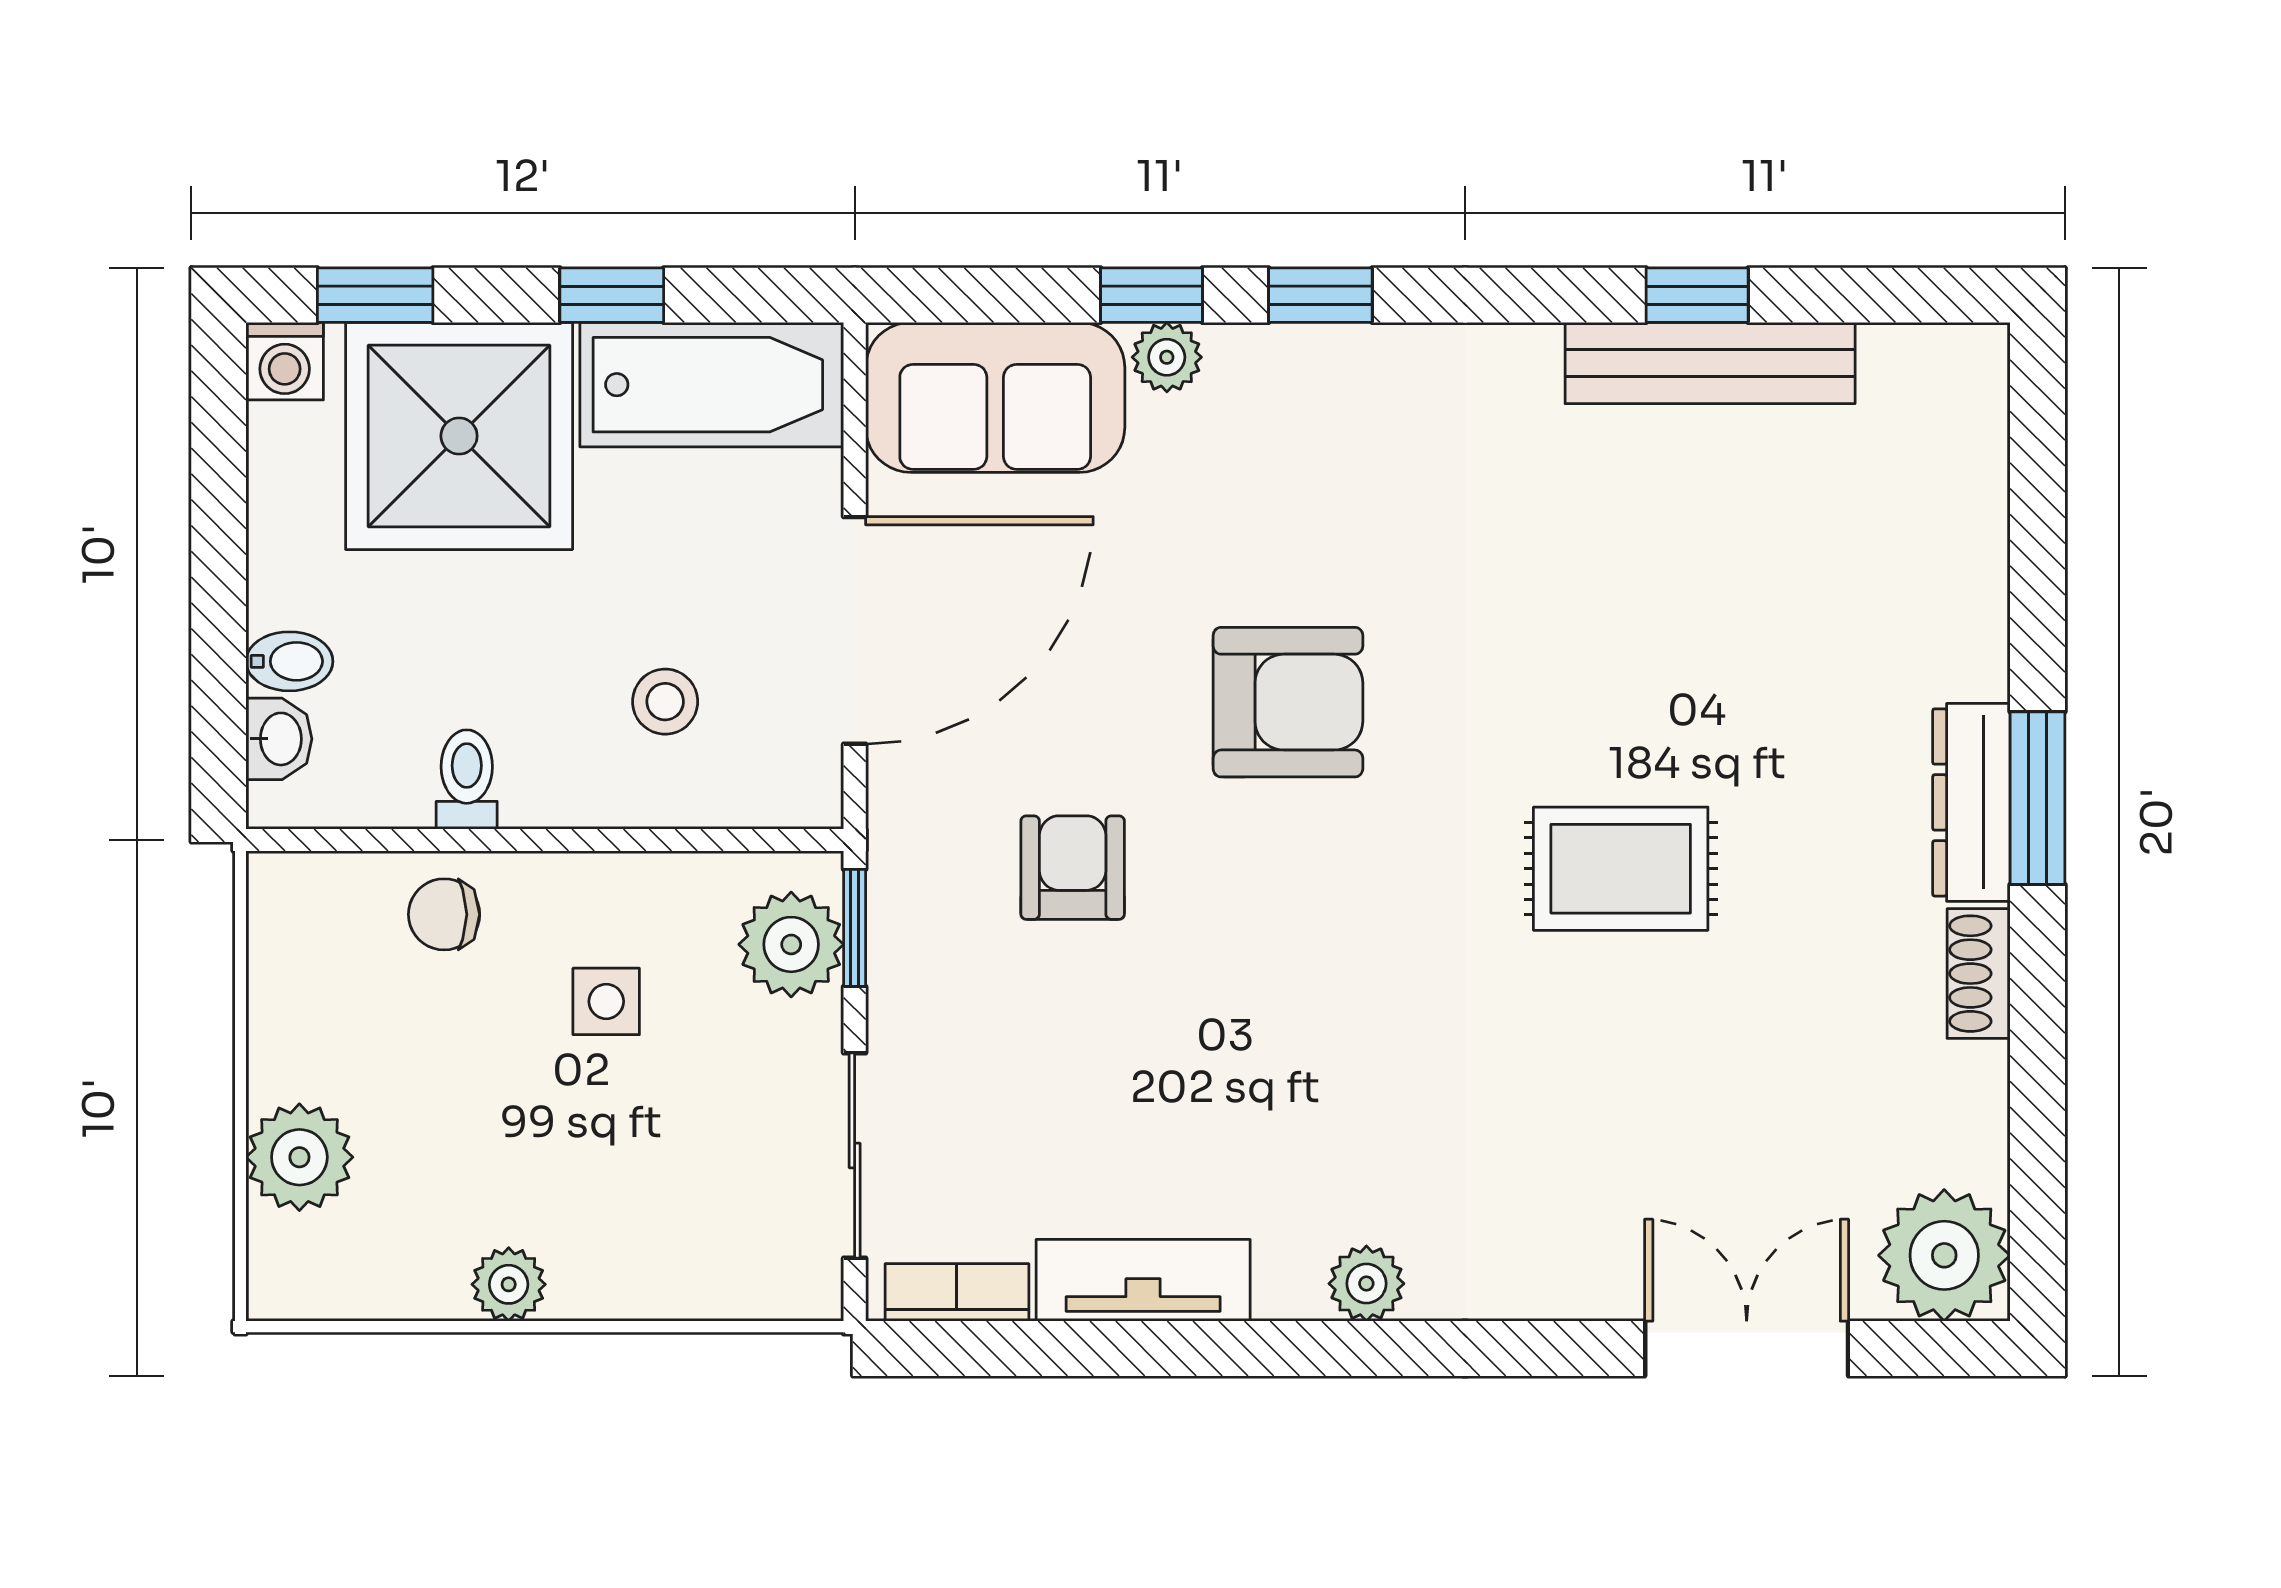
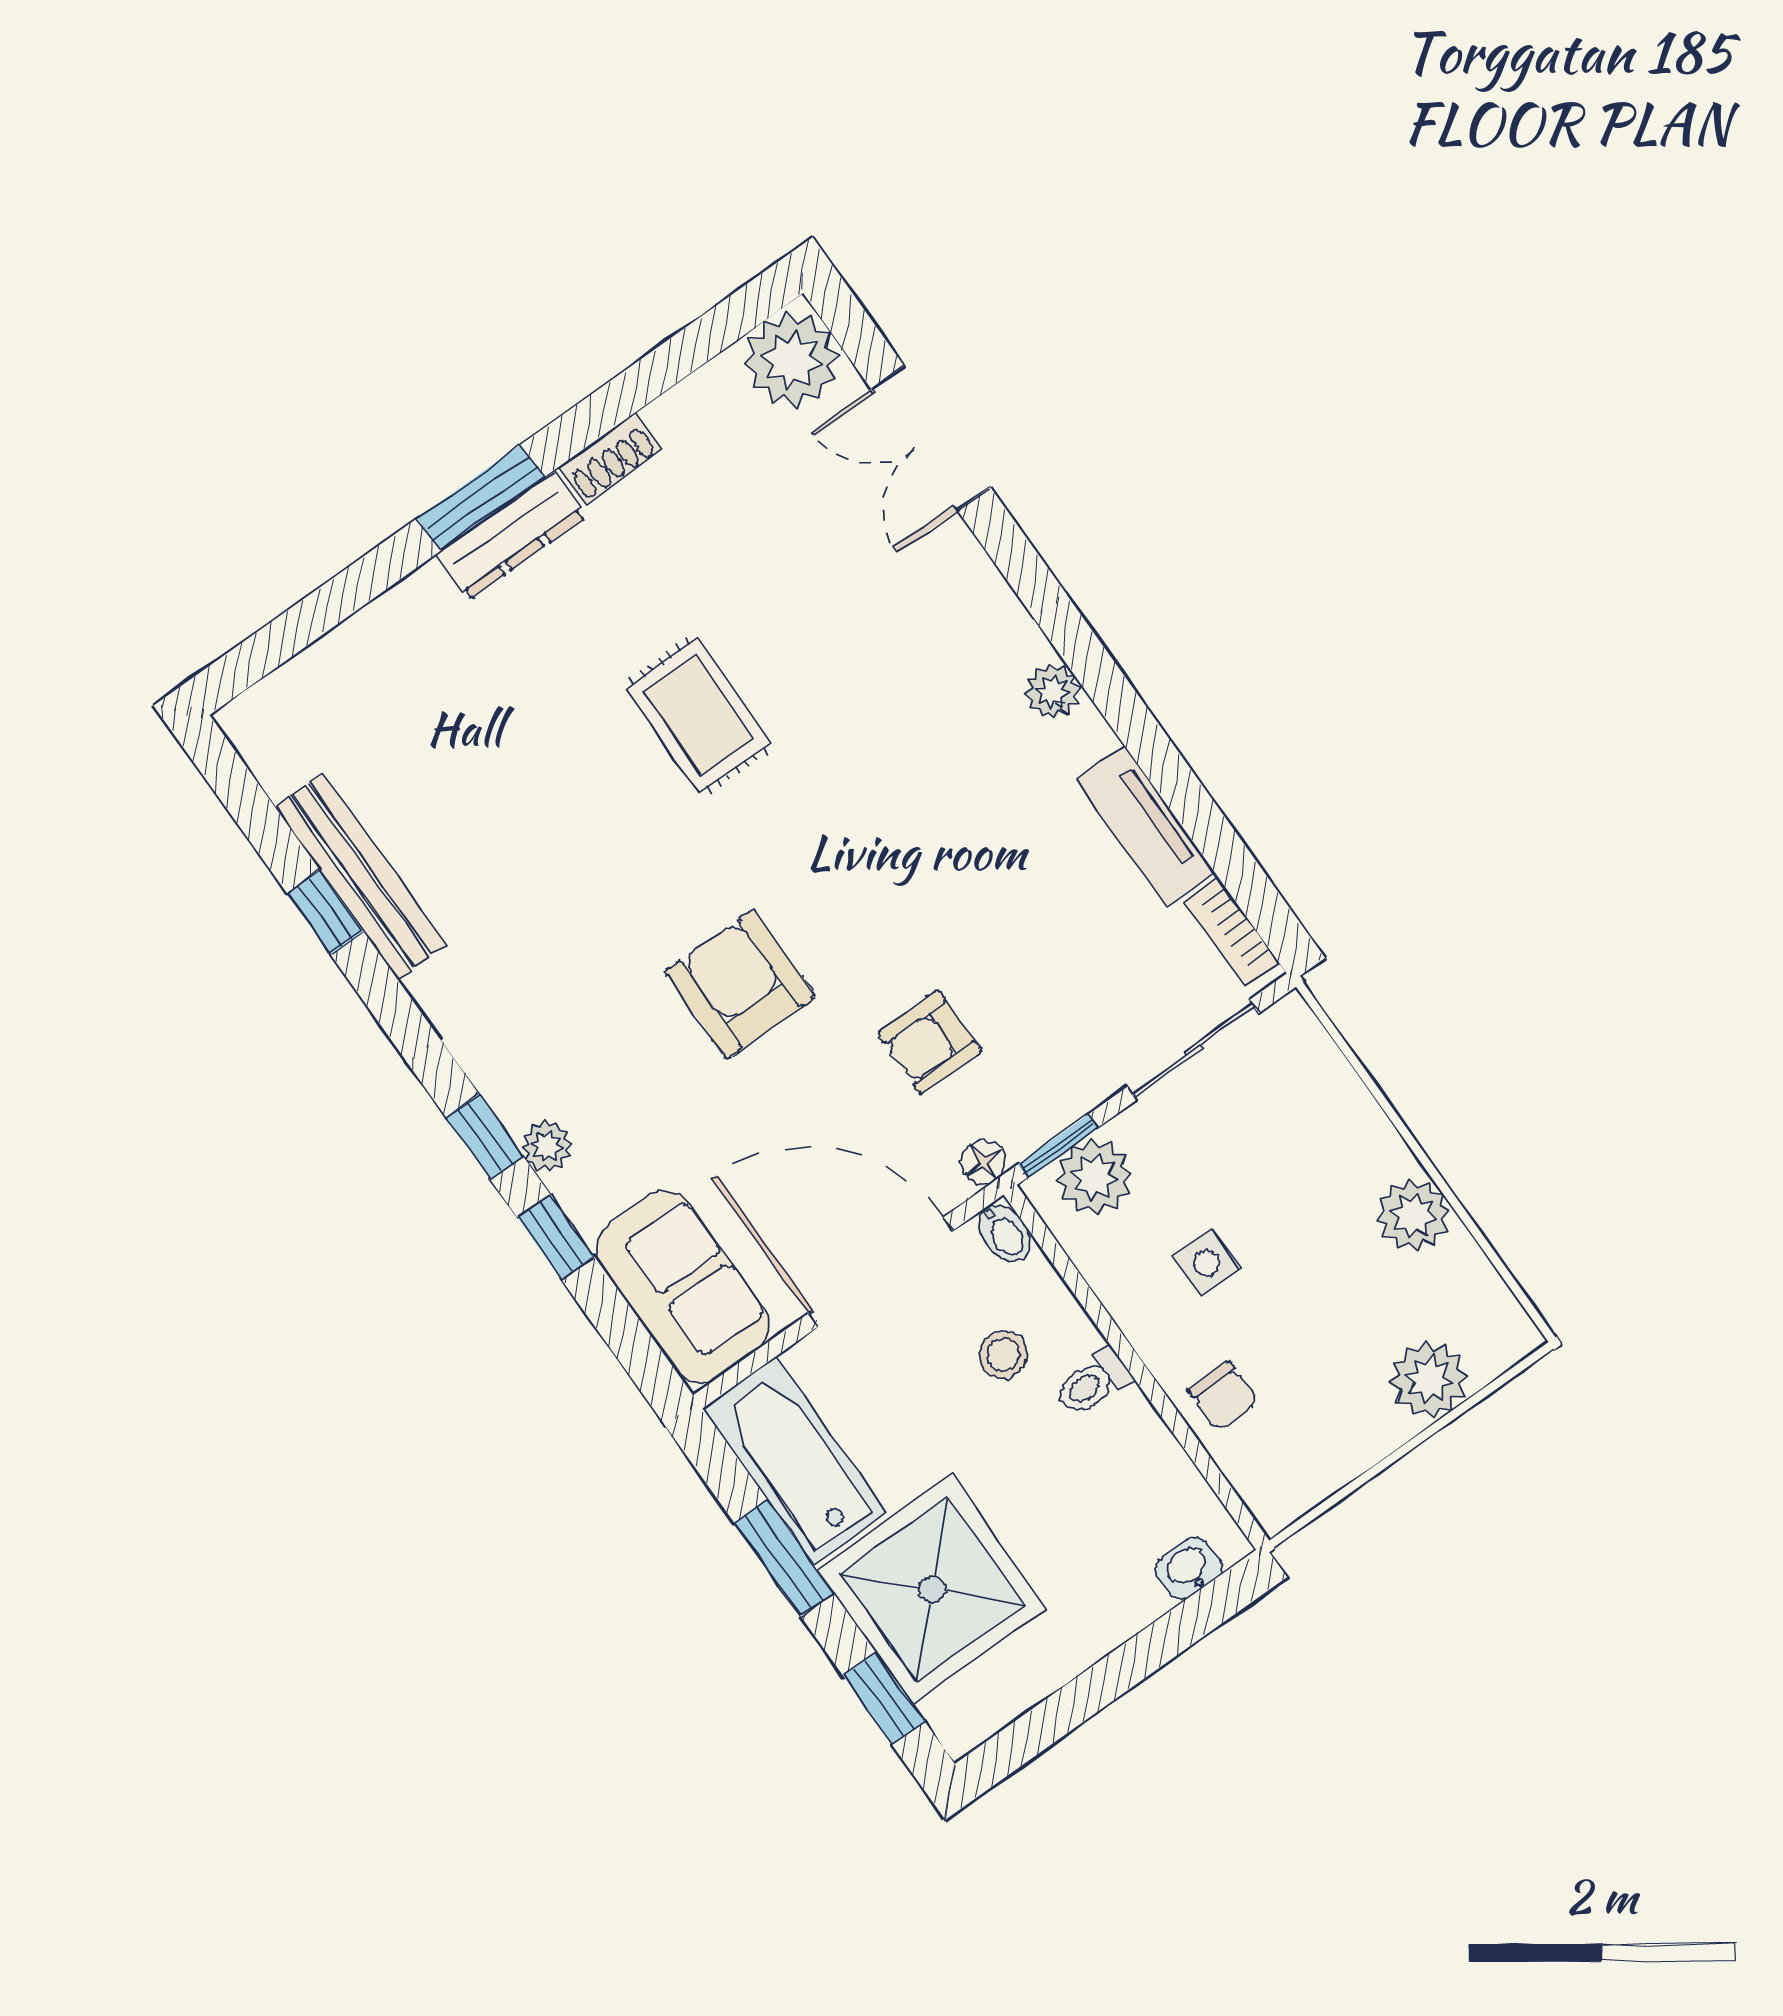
window: (612, 295) -> (784, 1558), width x1.50
plant: (1167, 357) -> (547, 1146), moved
washing machine: (285, 361) -> (961, 1725), removed
bidet: (289, 661) -> (1004, 1233), moved, turned 180
toilet: (467, 779) -> (1093, 1383), moved
floor lamp: (896, 833) -> (984, 1162), added
plant: (509, 1284) -> (1413, 1215), width x1.38, depth x1.38

